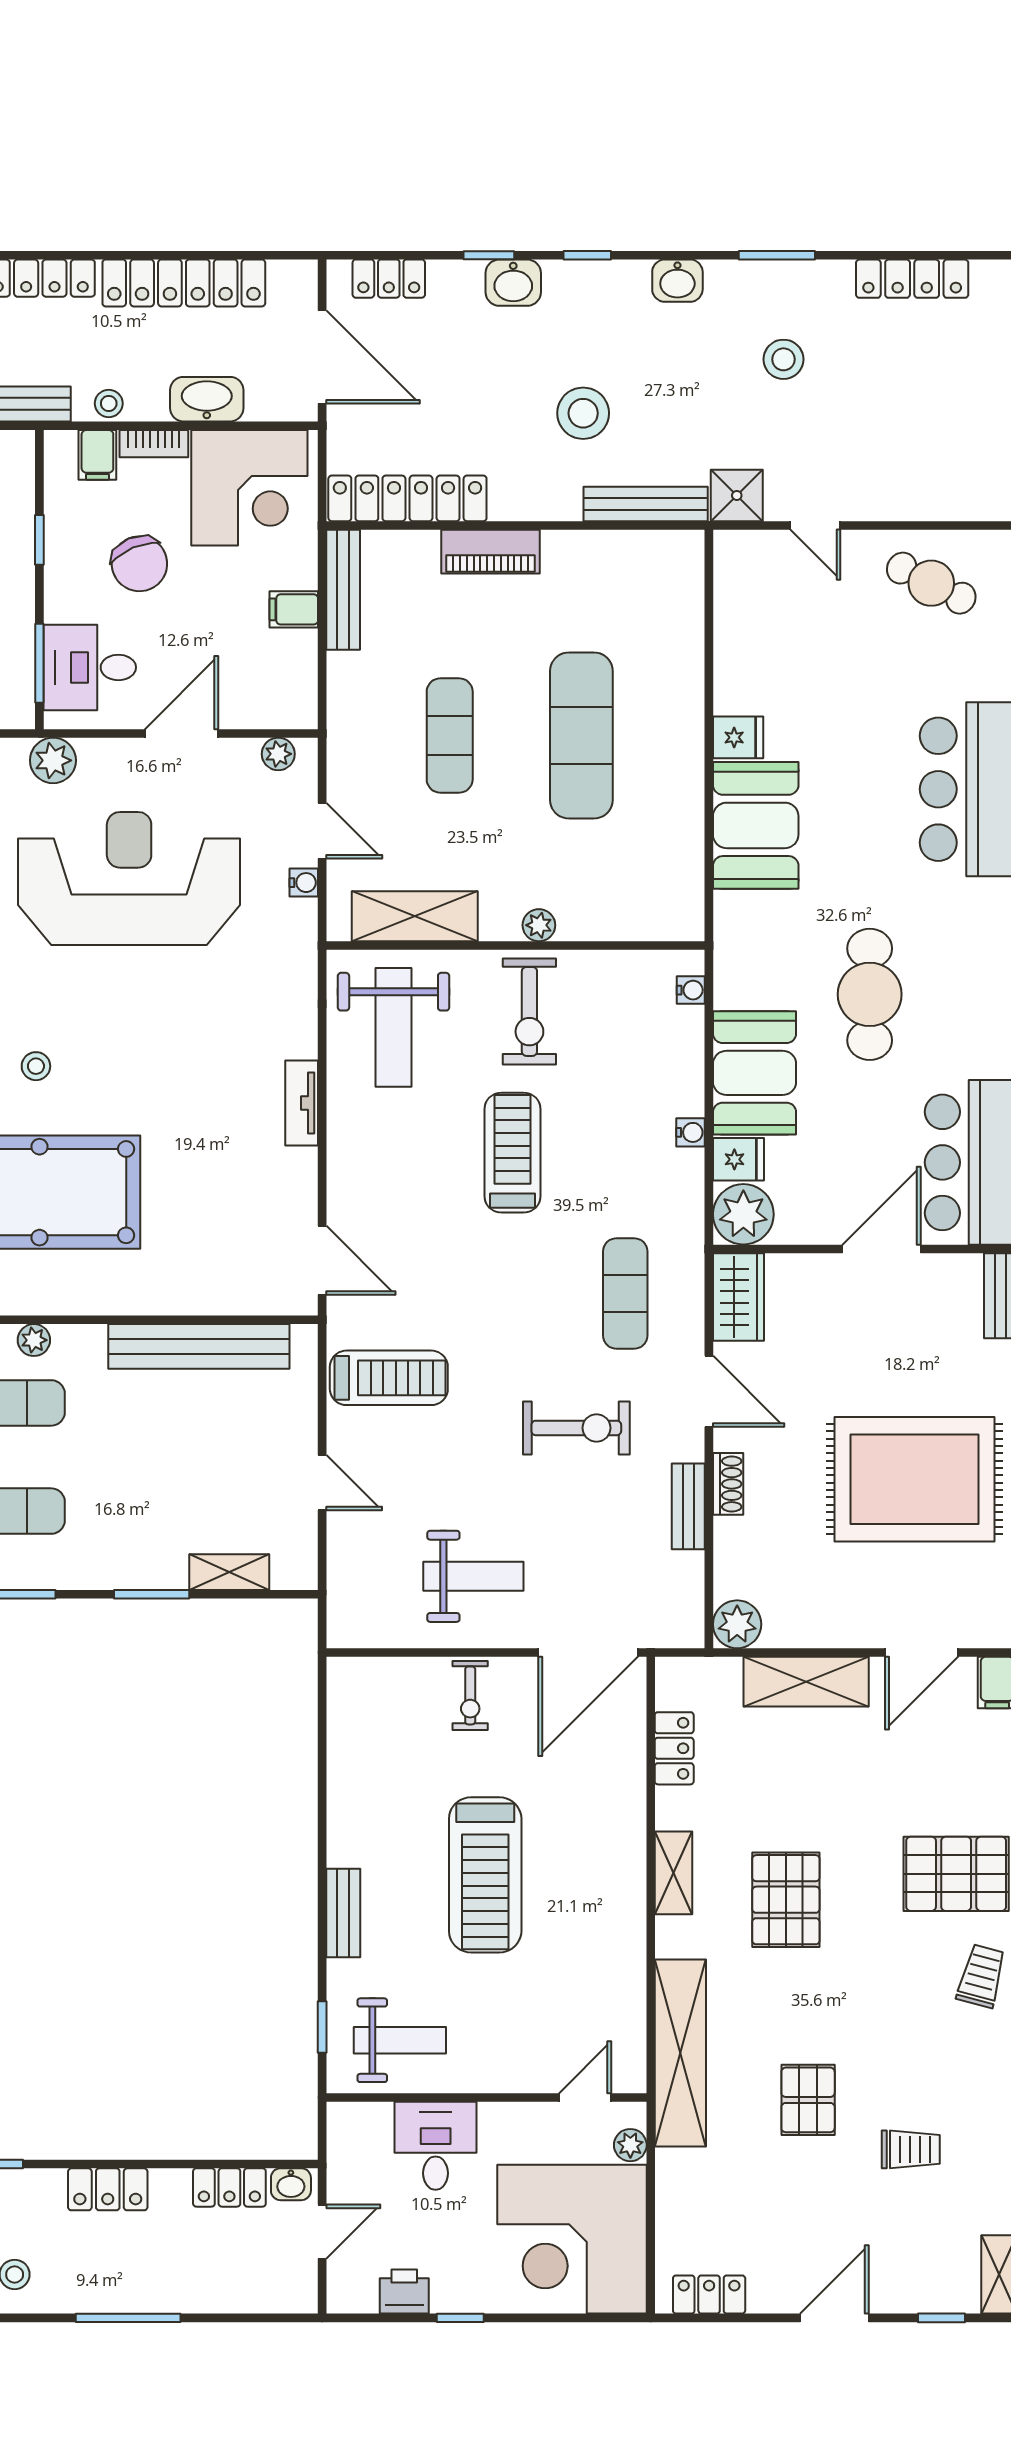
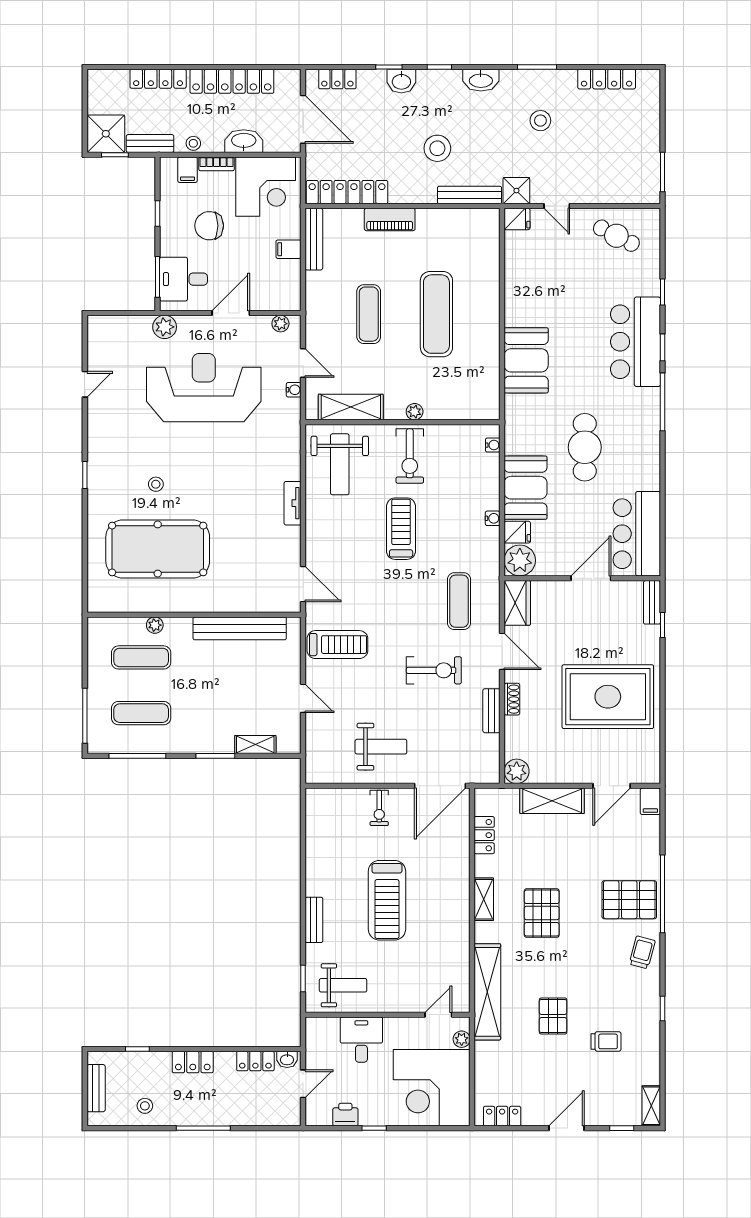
washbasin: (677, 281) -> (481, 80), width x1.38
chair: (139, 564) -> (209, 226), turned 113
fridge: (738, 737) -> (517, 219), moved

